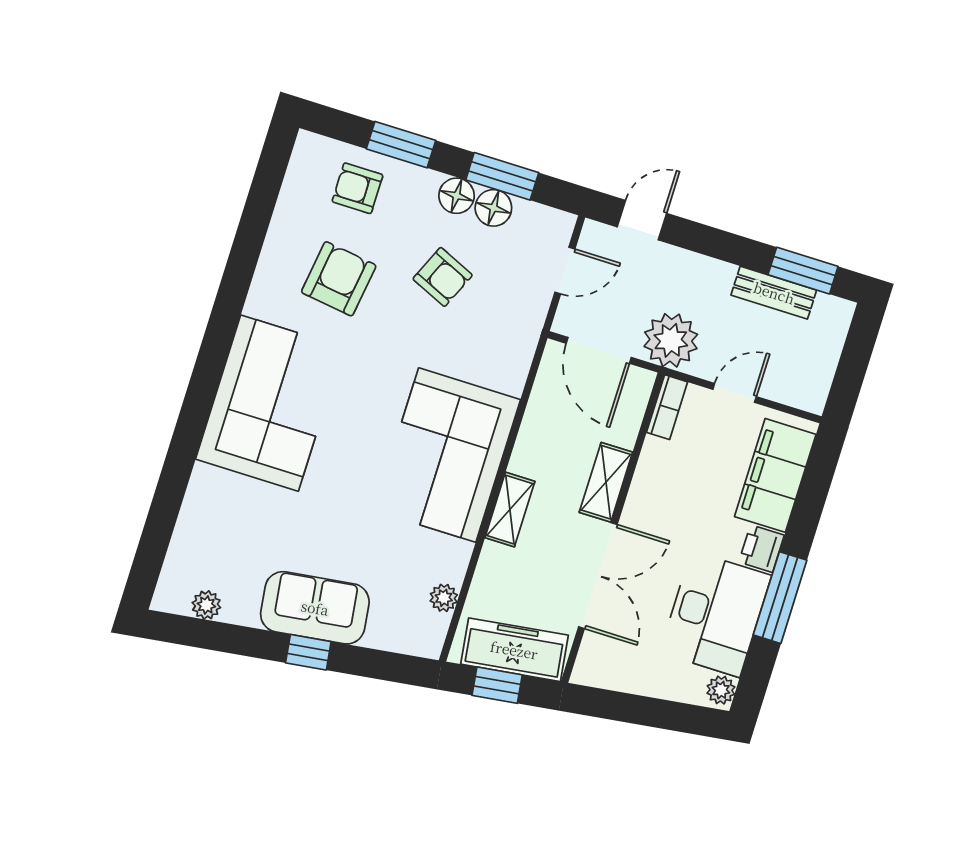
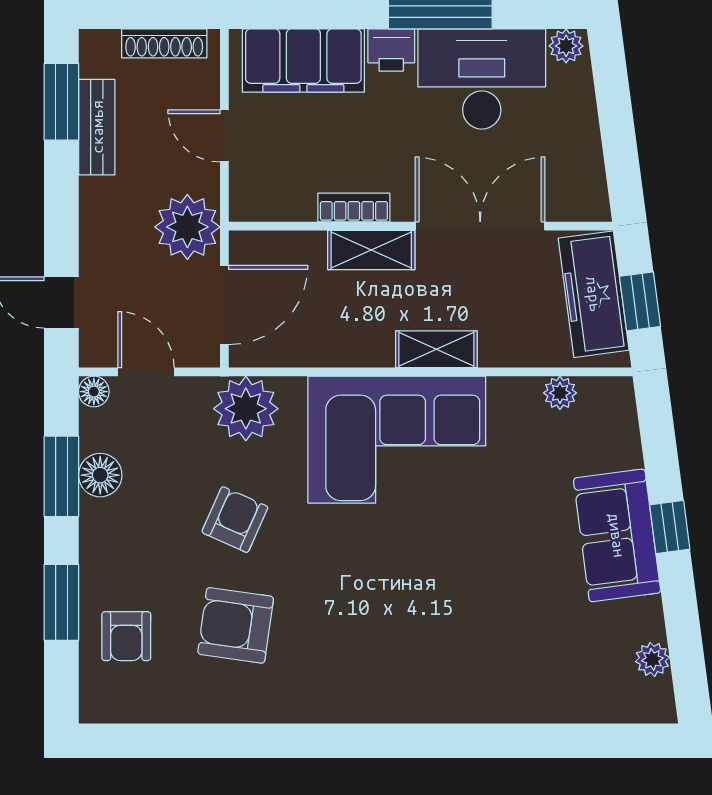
floor lamp: (457, 196) -> (94, 392), moved, width x0.73, depth x0.73
armchair: (443, 277) -> (235, 520), moved
plant: (510, 342) -> (246, 409), added
shoe rack: (824, 368) -> (164, 43), added
corner sofa: (270, 403) -> (401, 660), removed
bookcase: (667, 407) -> (354, 207), moved

